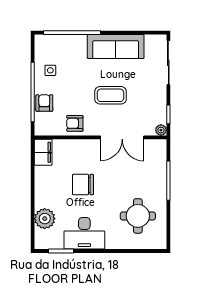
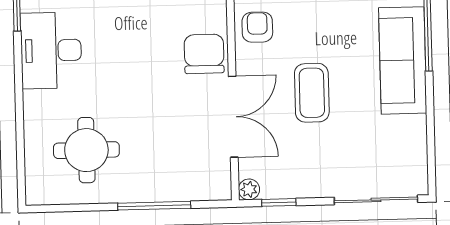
sofa: (116, 47) -> (403, 60), moved
double door: (122, 137) -> (233, 117), swing flipped
chair: (83, 185) -> (204, 54), moved

